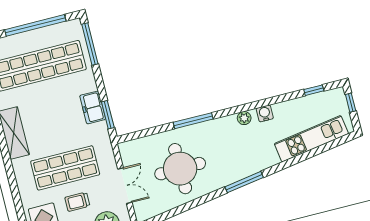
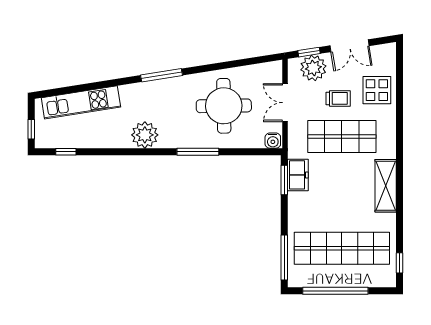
freezer: (93, 107) -> (298, 175), moved
water cooler: (265, 113) -> (273, 141), moved
plant: (244, 118) -> (145, 135), width x1.88, depth x1.88

